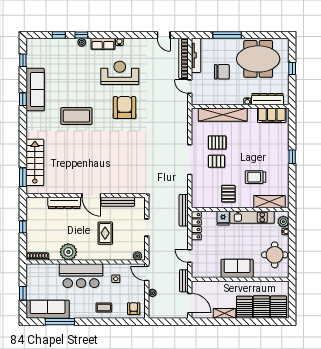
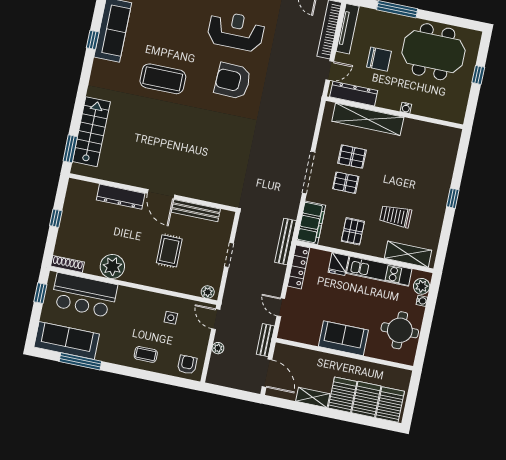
door: (190, 87) -> (330, 71), swing flipped
dresser: (267, 99) -> (354, 94), moved
armchair: (125, 108) -> (233, 81), turned -88
filing cabinet: (272, 115) -> (311, 223), moved, turned -90
bar counter: (81, 276) -> (84, 295), moved
window: (23, 293) -> (40, 293), moved

